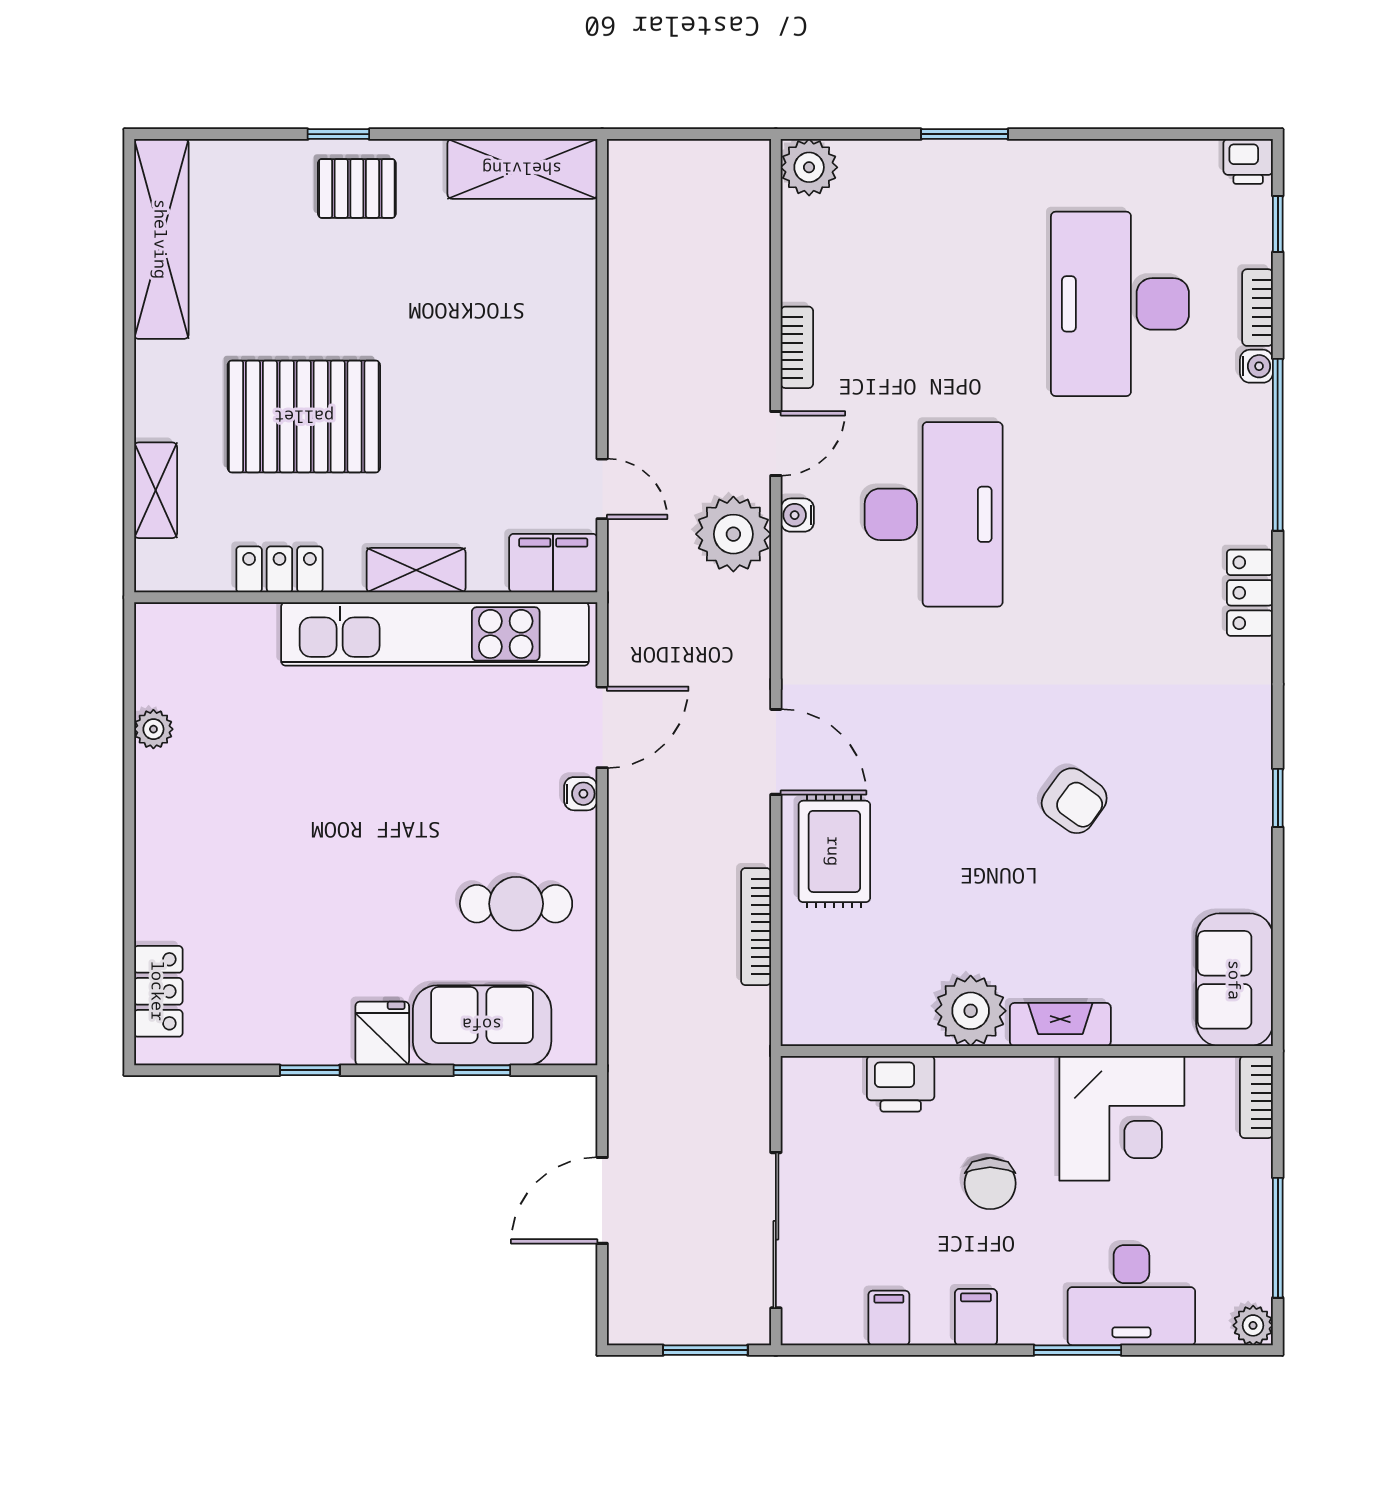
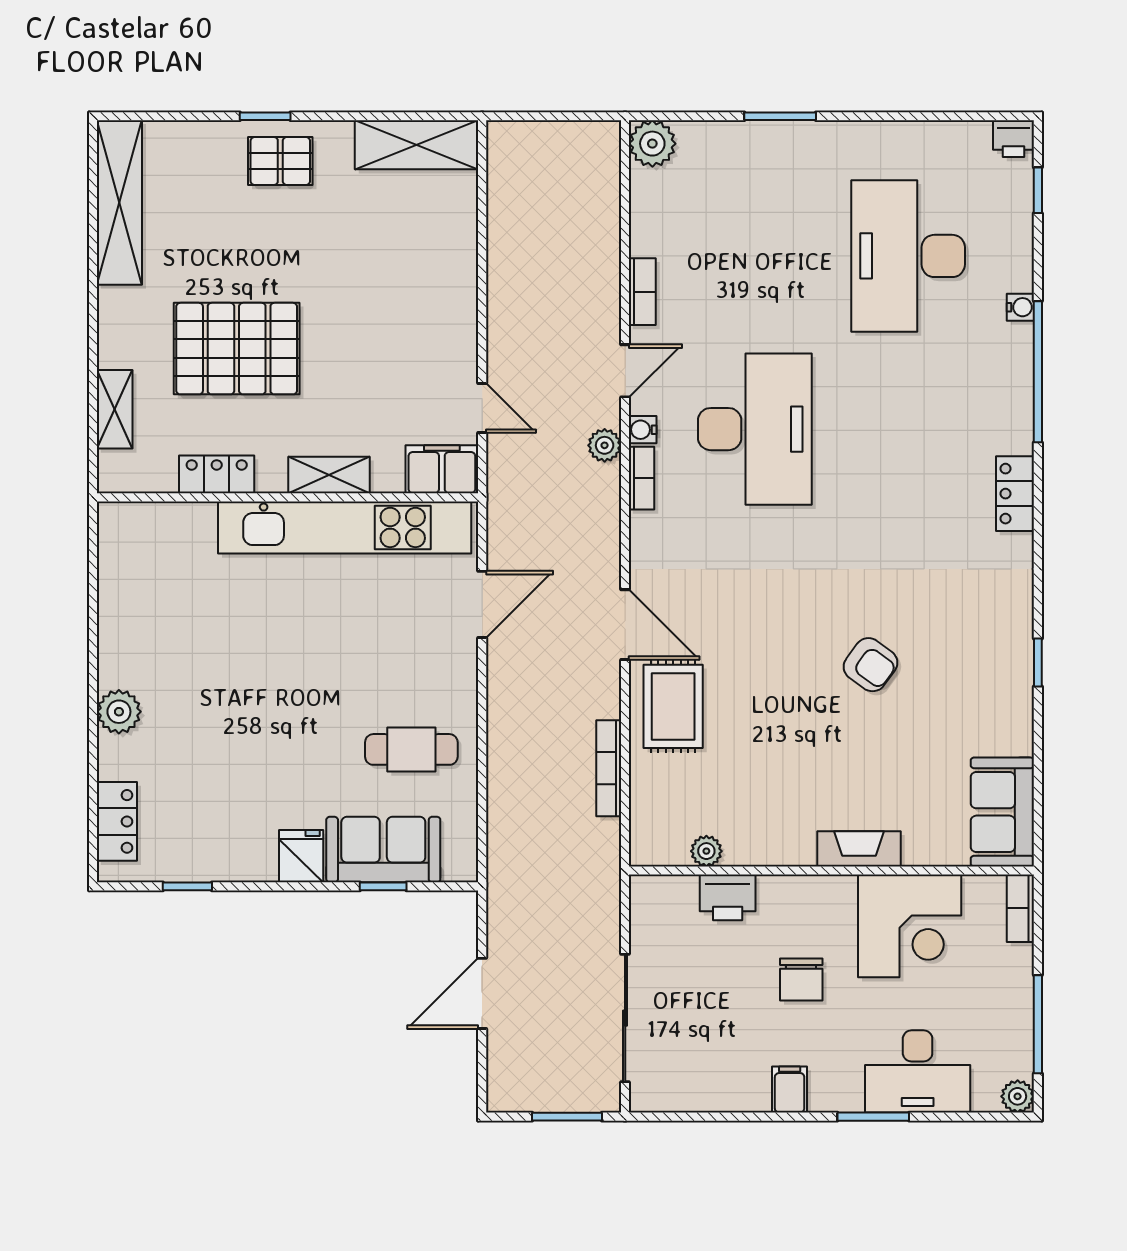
bookcase: (1258, 308) -> (642, 478), moved, turned 180
plant: (733, 534) -> (605, 445), width x0.53, depth x0.53
plant: (153, 729) -> (119, 712), moved, width x1.38, depth x1.38
water cooler: (581, 794) -> (464, 659), removed
plant: (971, 1011) -> (706, 851), moved, width x0.53, depth x0.53
window: (310, 1070) -> (187, 886), moved
filing cabinet: (889, 1318) -> (718, 1090), removed

